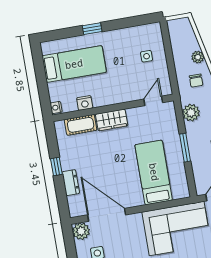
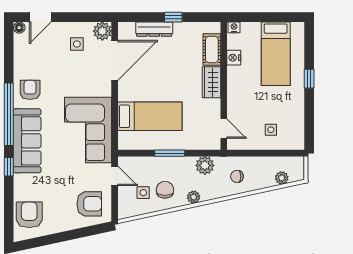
plant: (198, 57) -> (282, 178), moved
dresser: (71, 183) -> (154, 29), width x1.44

